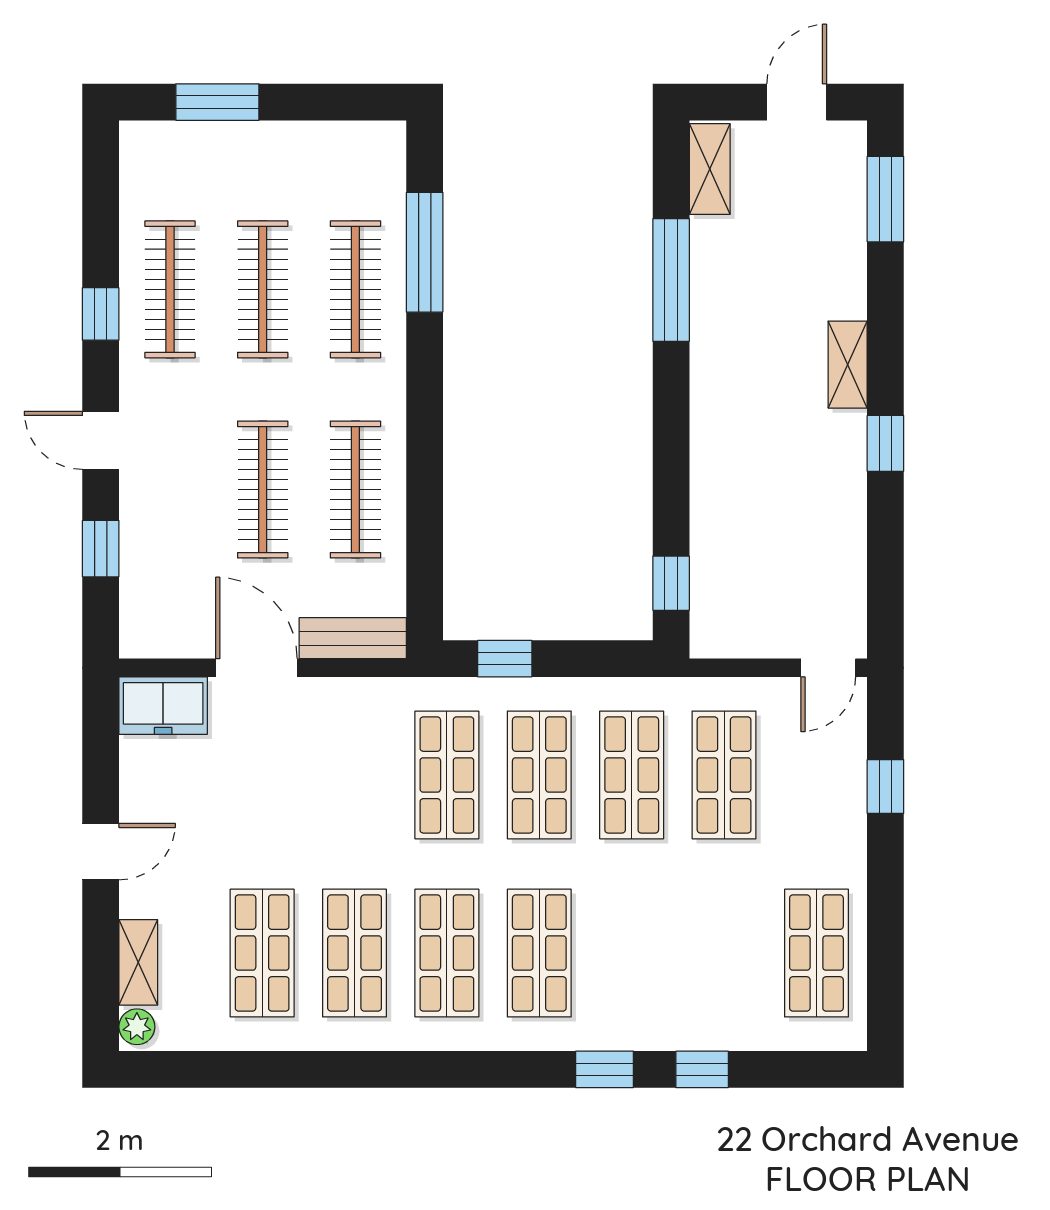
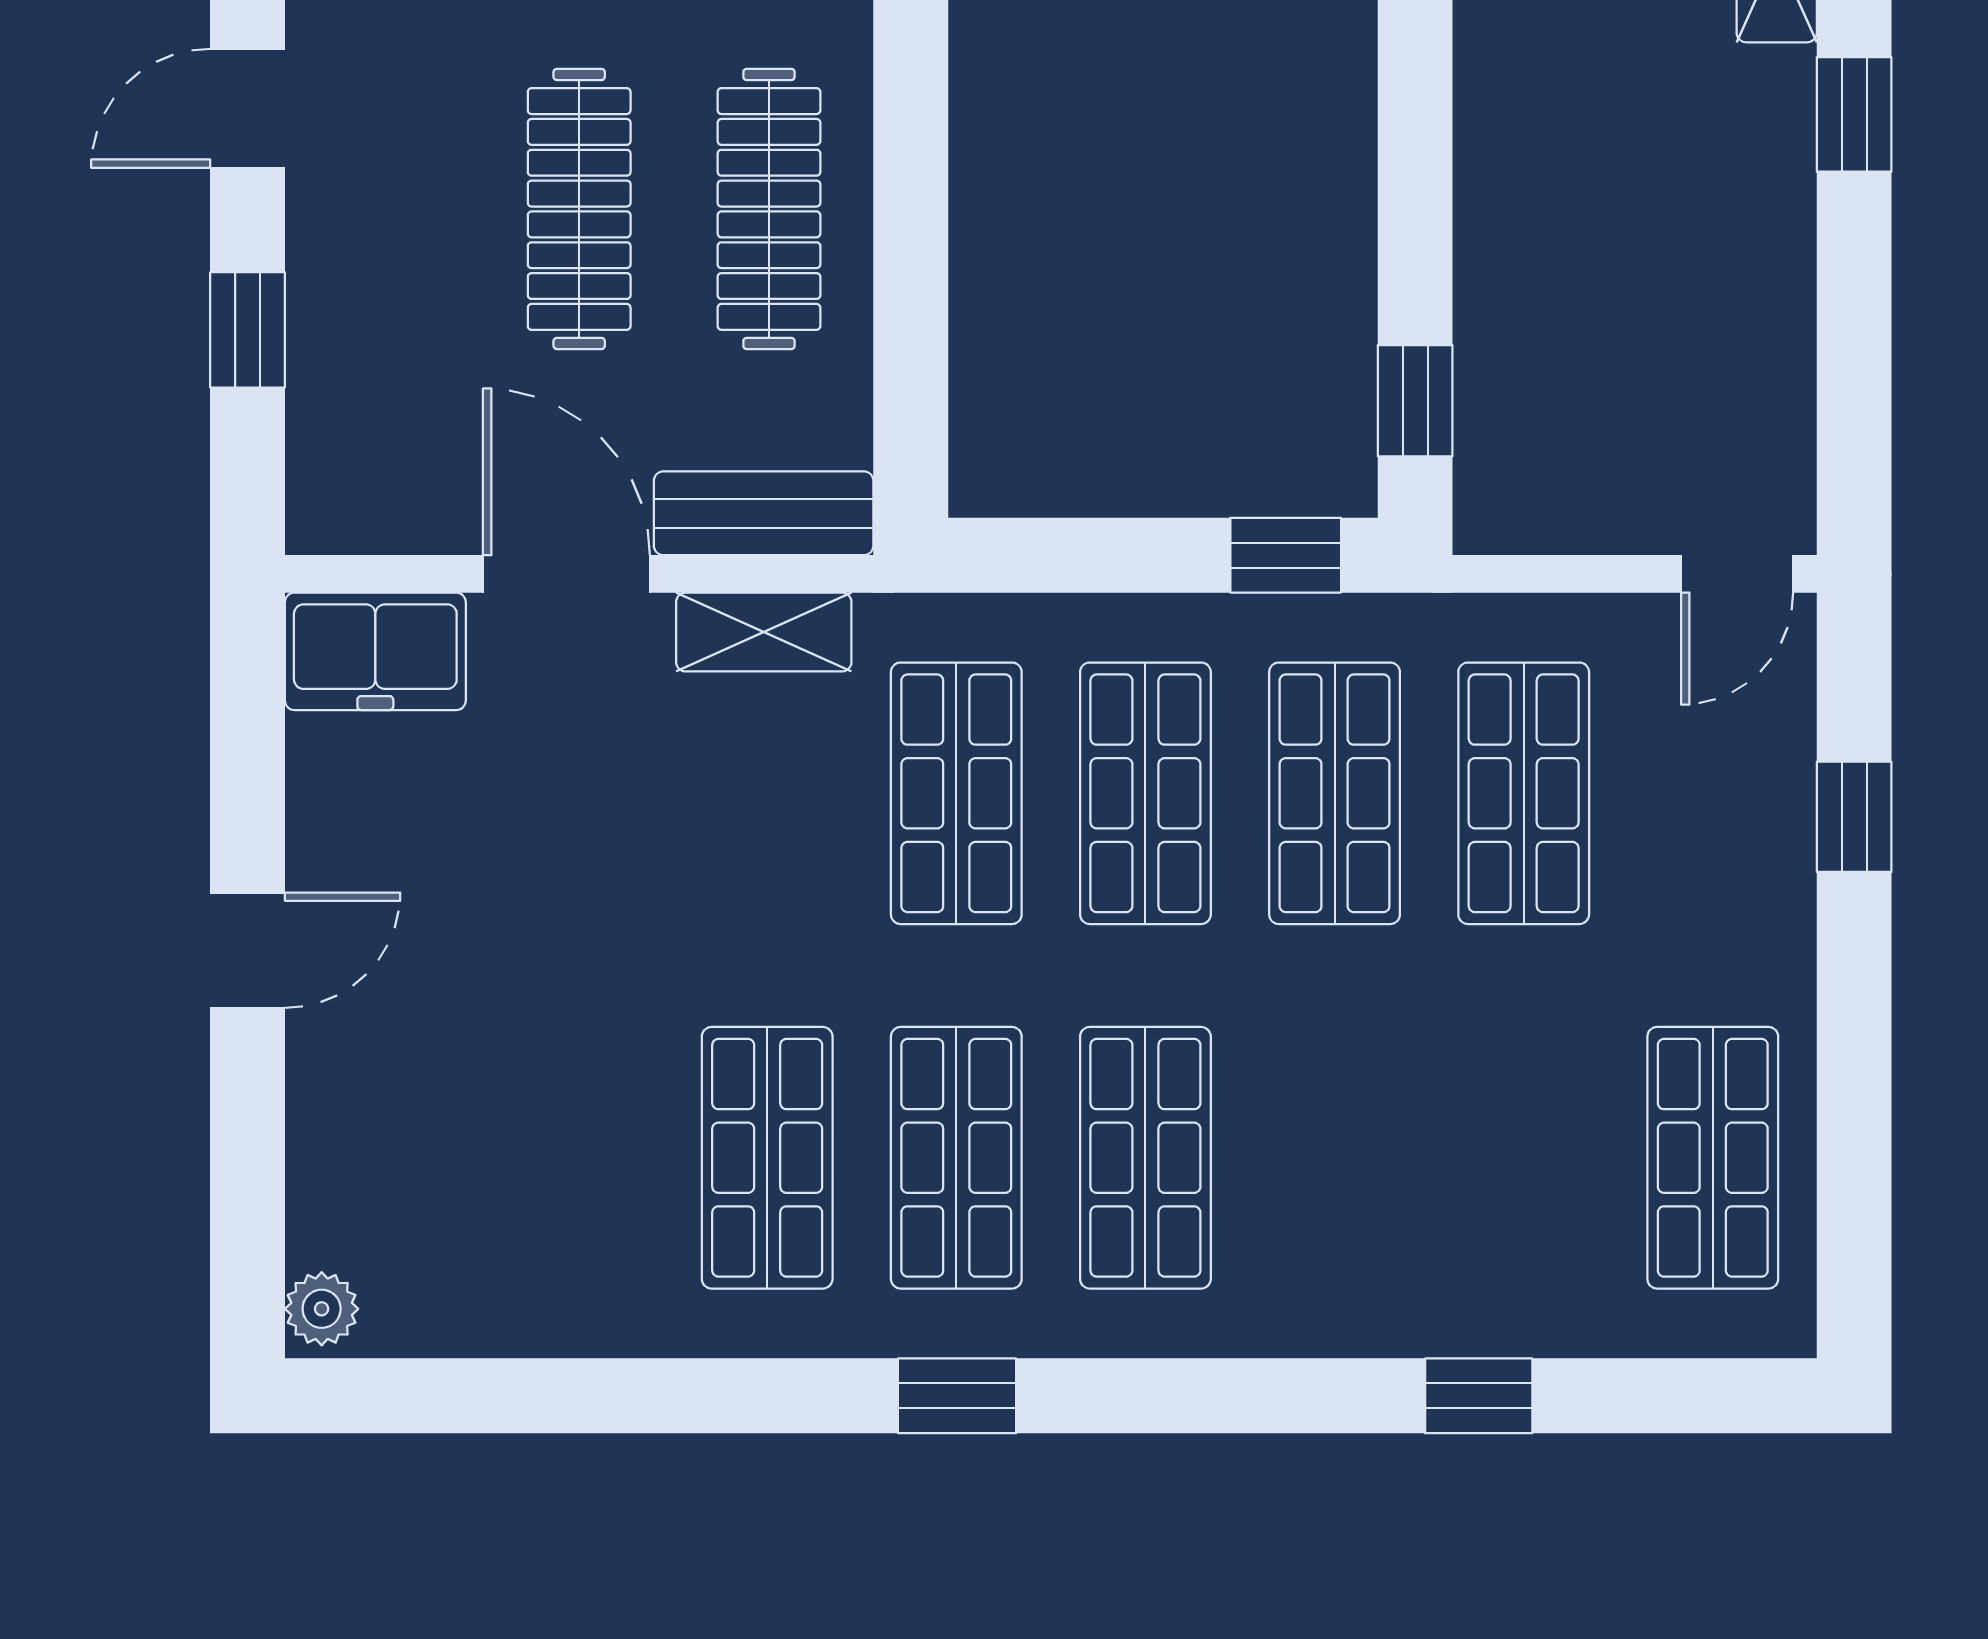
door: (101, 440) -> (248, 108), hinge flipped
window: (505, 659) -> (1286, 555), moved
shop shelf: (262, 953) -> (578, 1158), removed
shelving: (138, 962) -> (764, 632), moved, turned 90
window: (605, 1069) -> (957, 1396), moved

